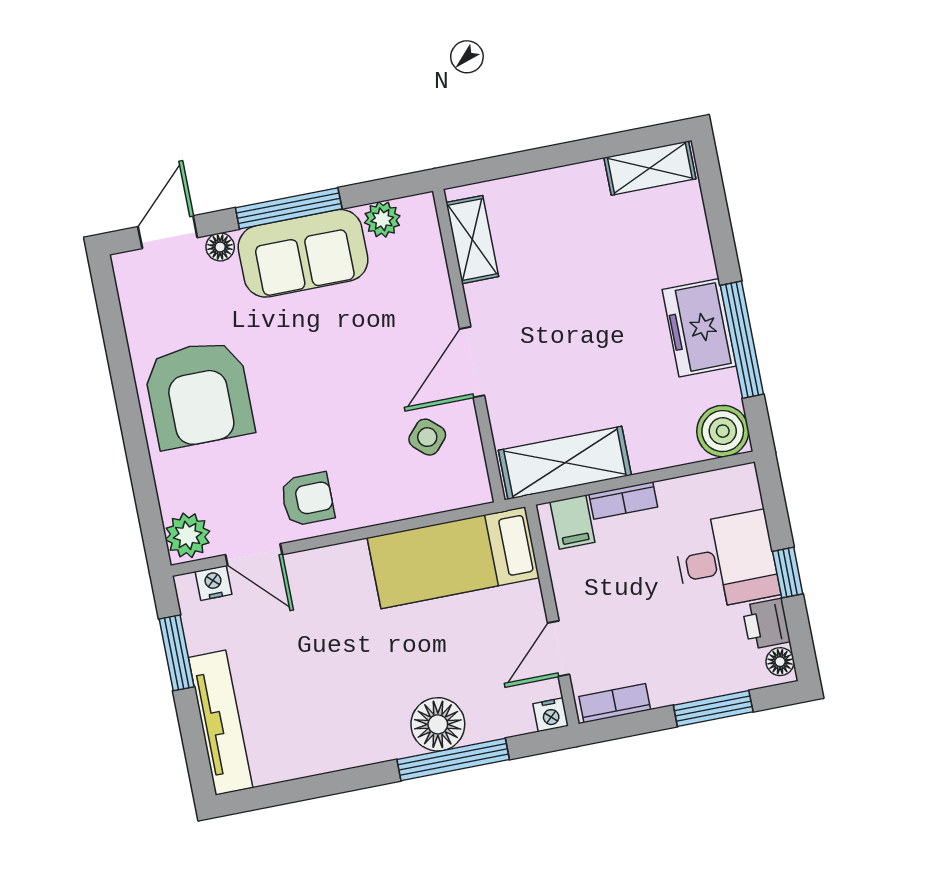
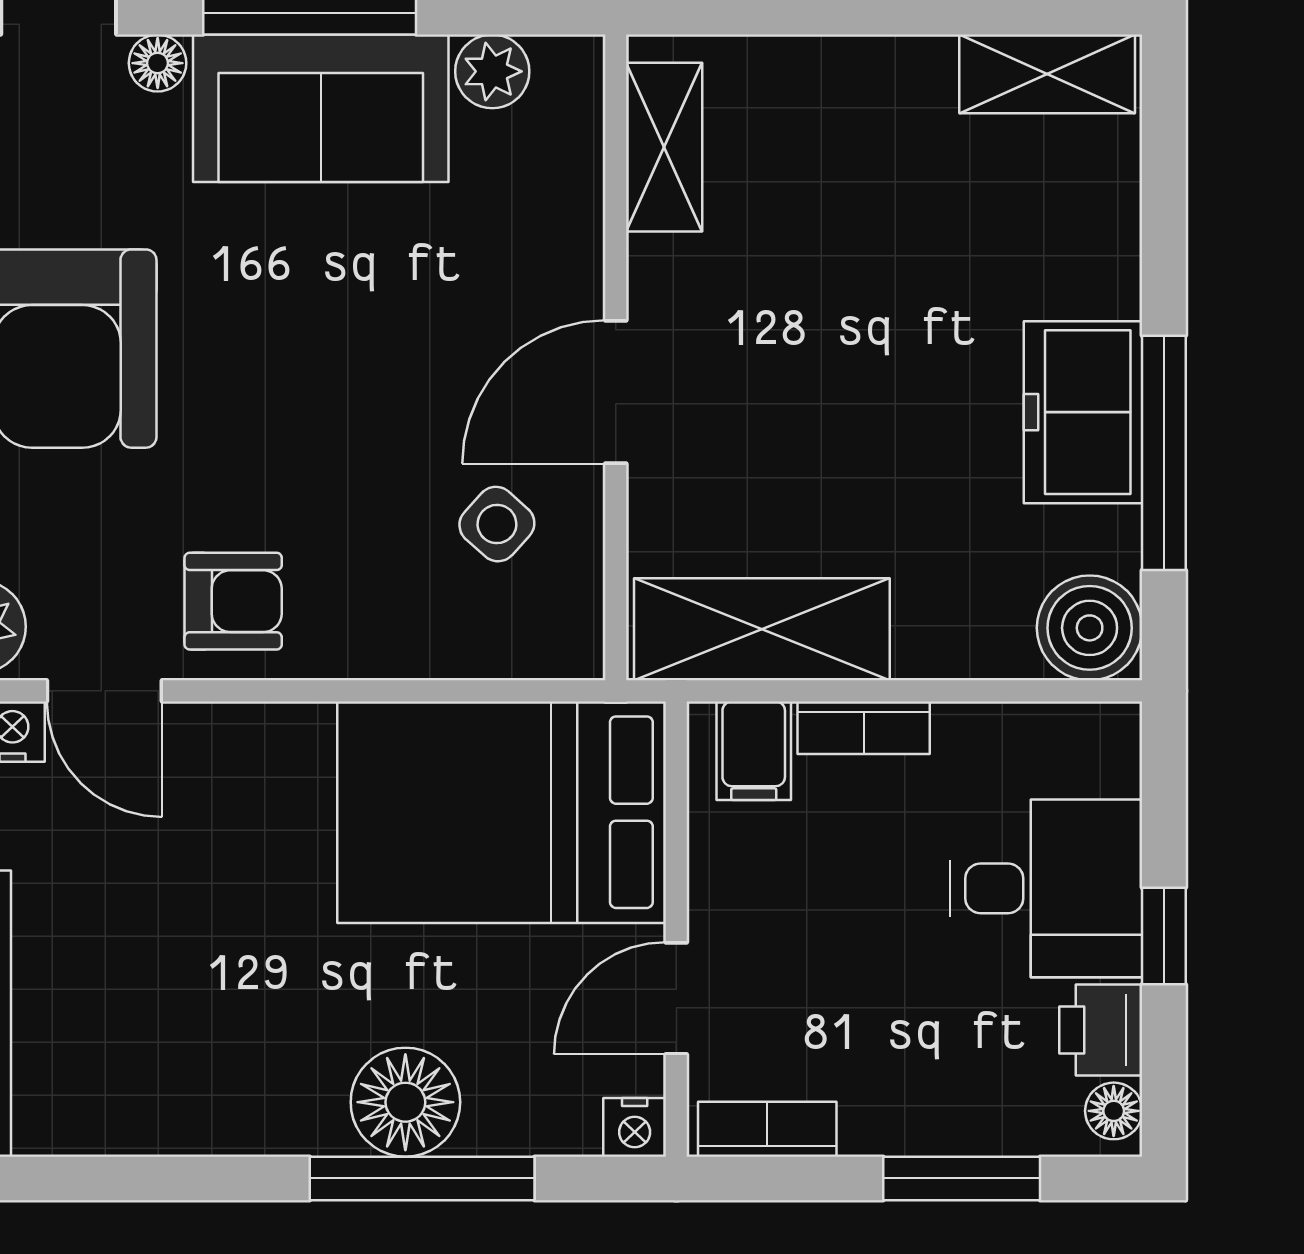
bed: (453, 558) -> (502, 812), width x1.50

